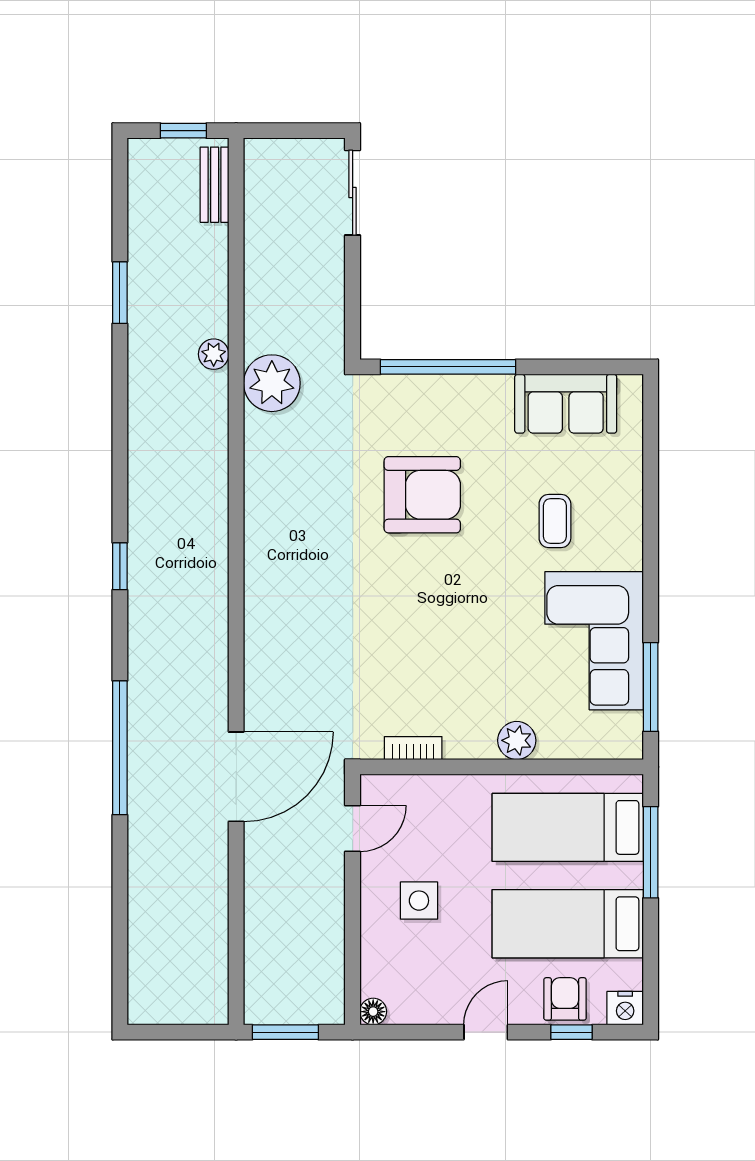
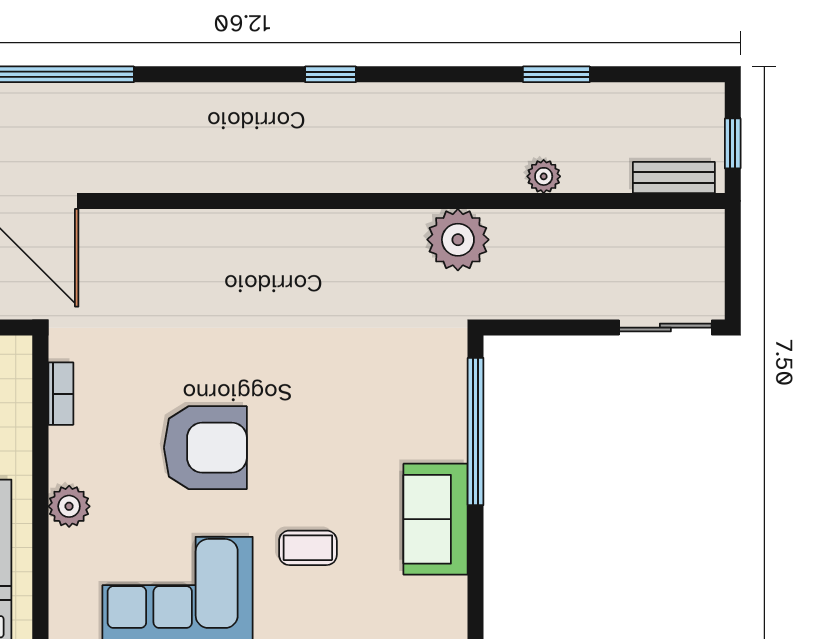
plant: (214, 354) -> (544, 176), moved
sofa: (566, 404) -> (436, 519), moved
armchair: (422, 495) -> (205, 448), moved, turned -90
window: (120, 566) -> (331, 74), moved

